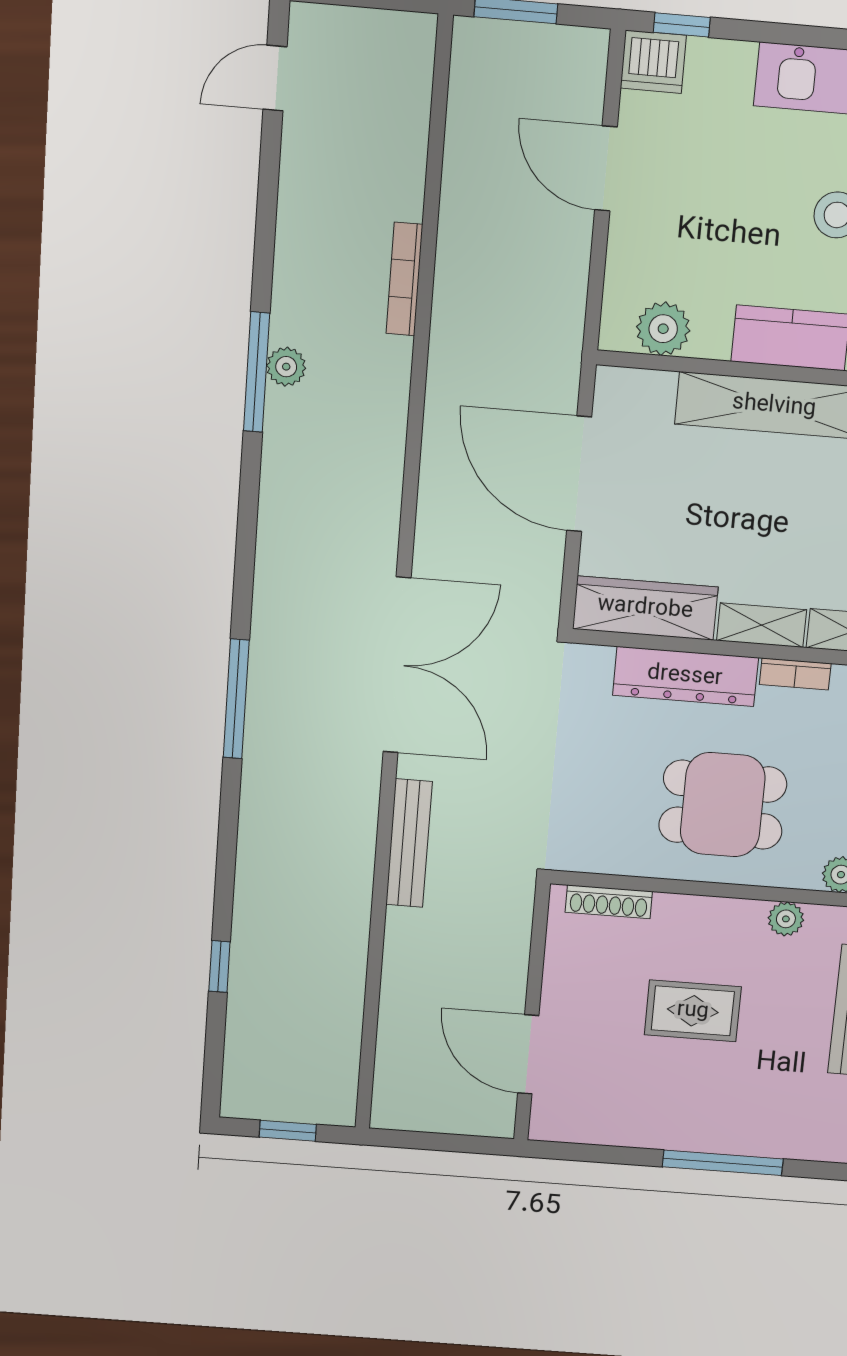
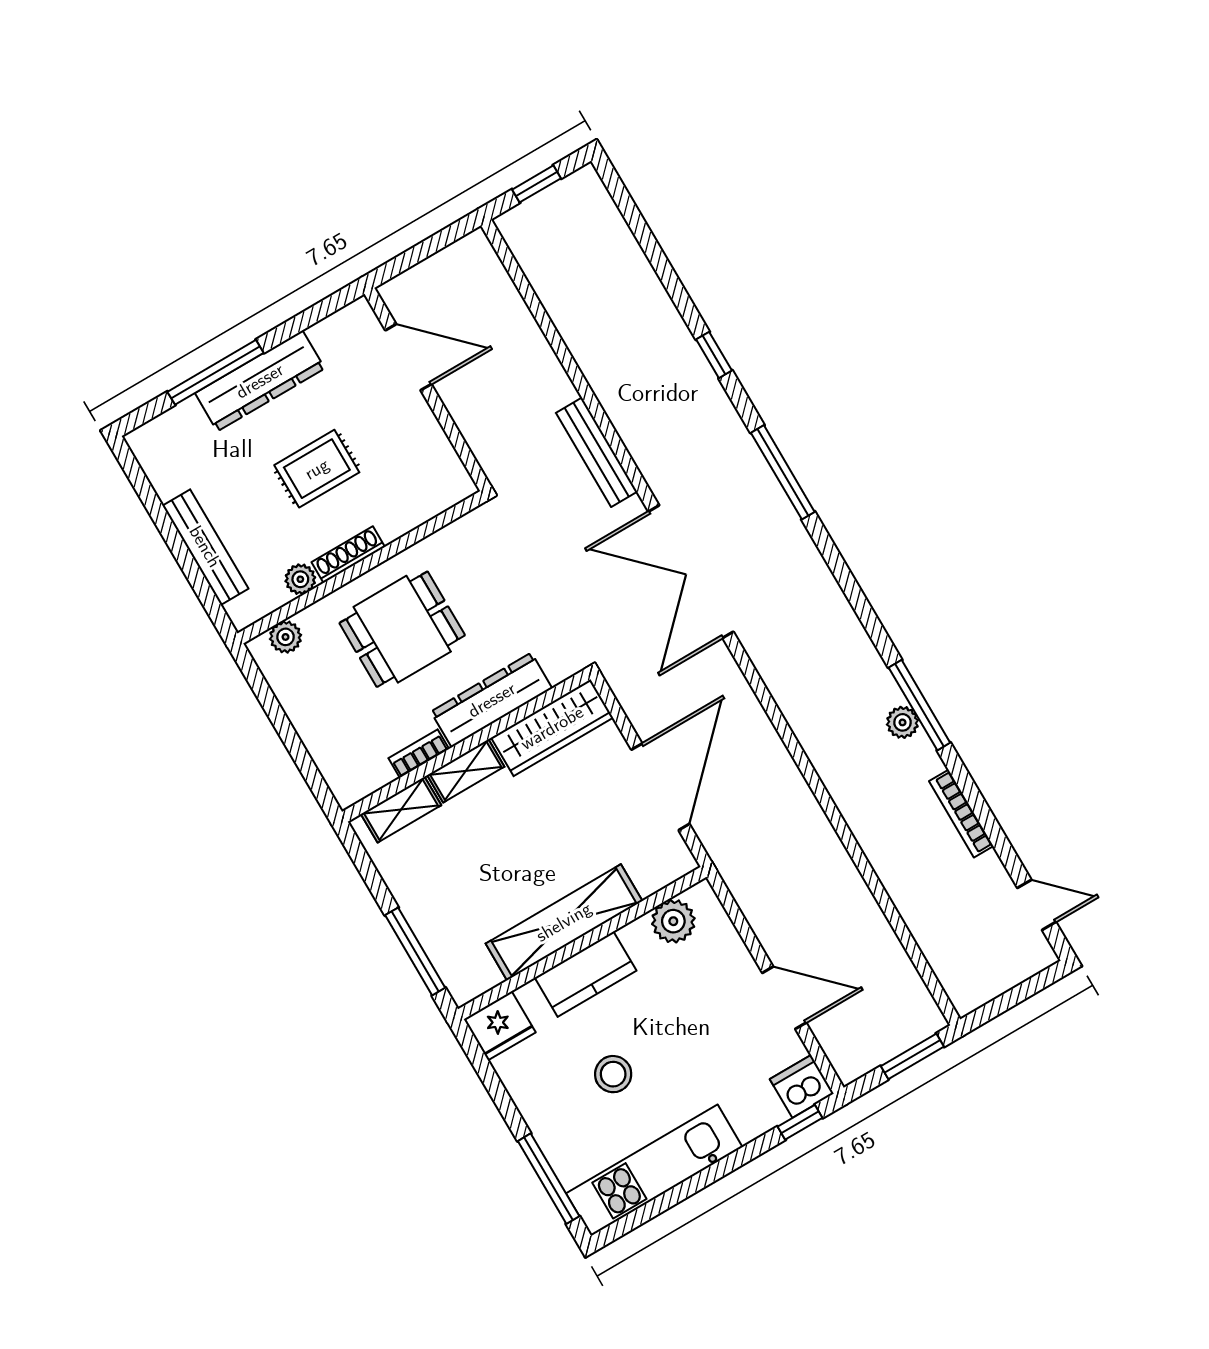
door: (275, 78) -> (1037, 905), hinge flipped
bookcase: (404, 279) -> (961, 814), moved, turned 180
door: (579, 474) -> (660, 787), hinge flipped
shoe rack: (609, 902) -> (348, 555), moved
window: (219, 966) -> (714, 355), moved
dresser: (687, 1127) -> (260, 381), added

